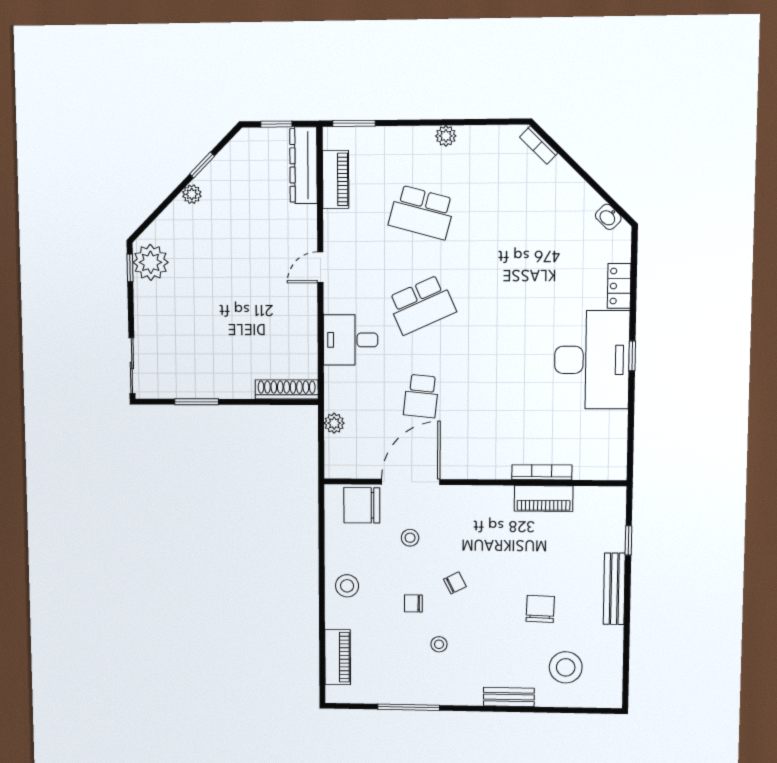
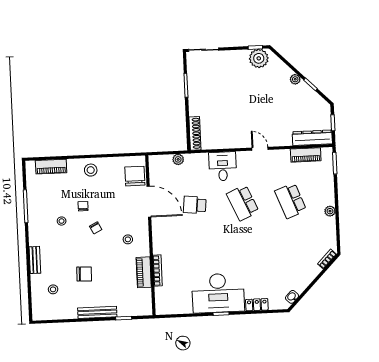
school desk: (422, 212) -> (291, 201), turned -36
stool: (410, 538) -> (128, 239), moved
stool: (566, 667) -> (53, 289), width x0.53, depth x0.53

